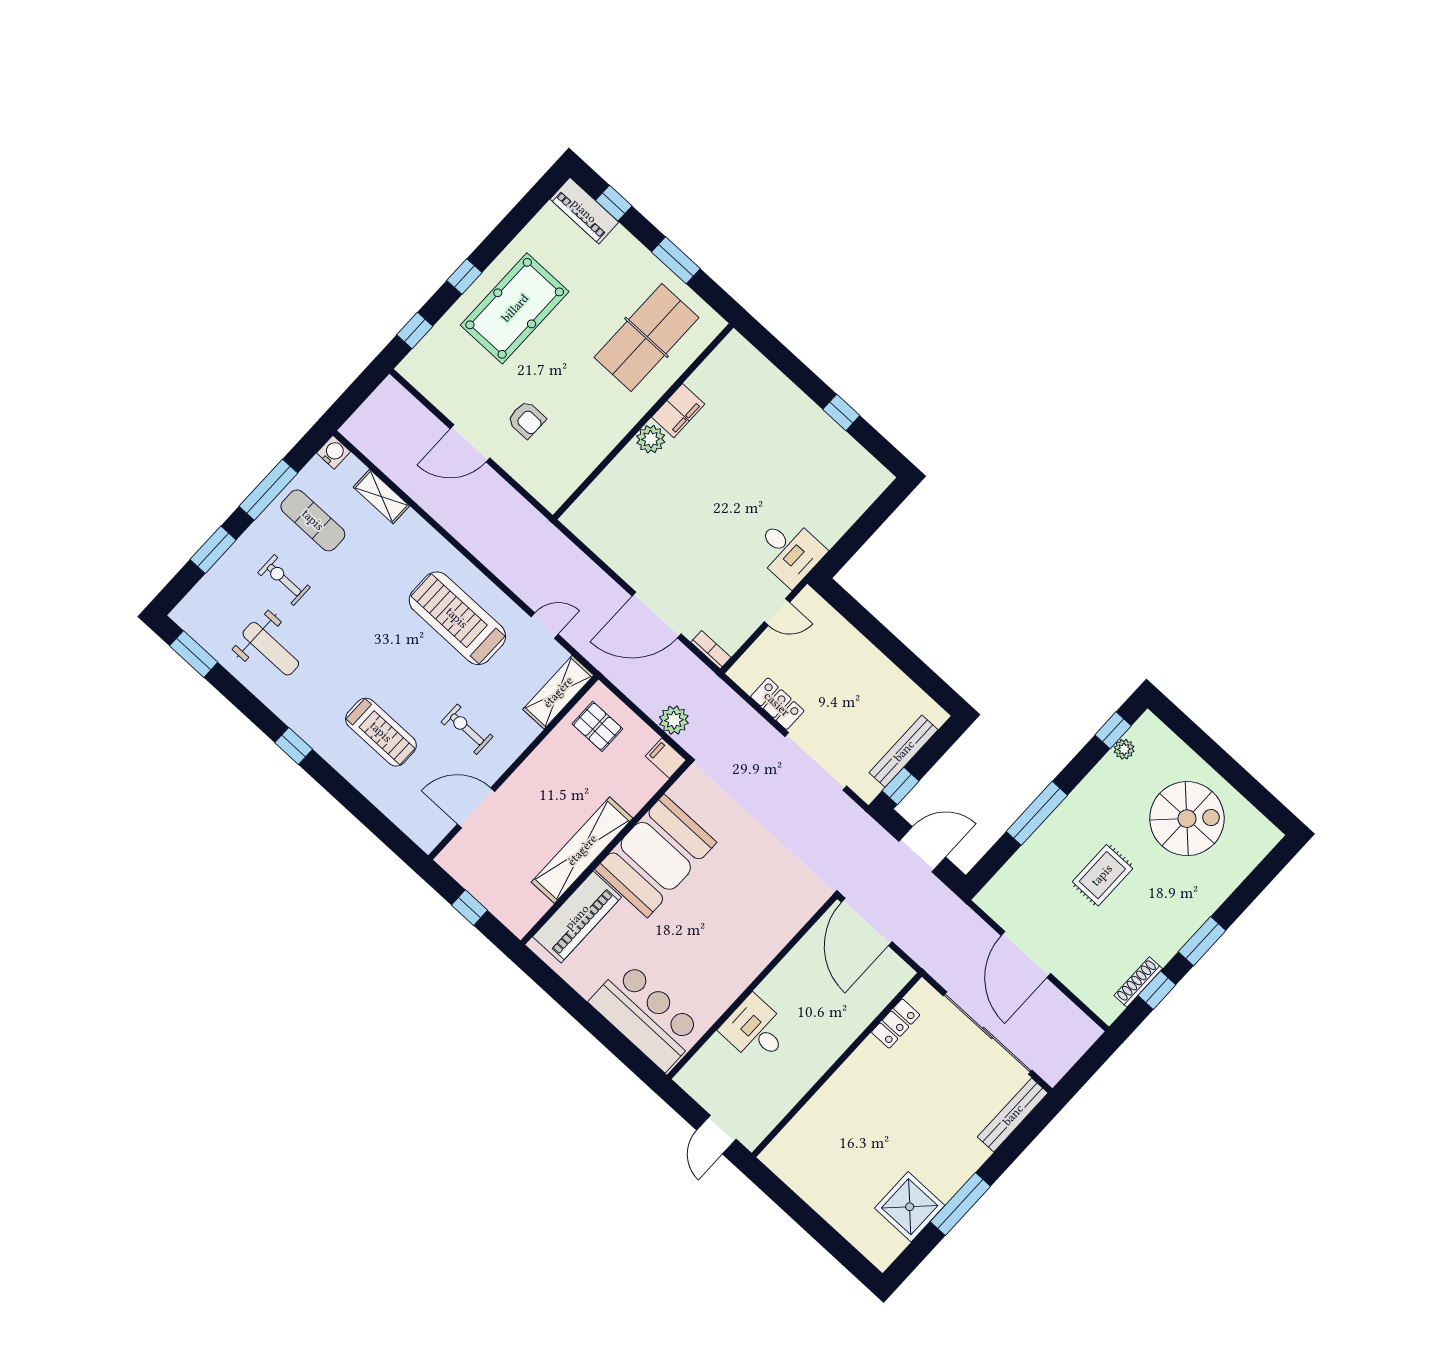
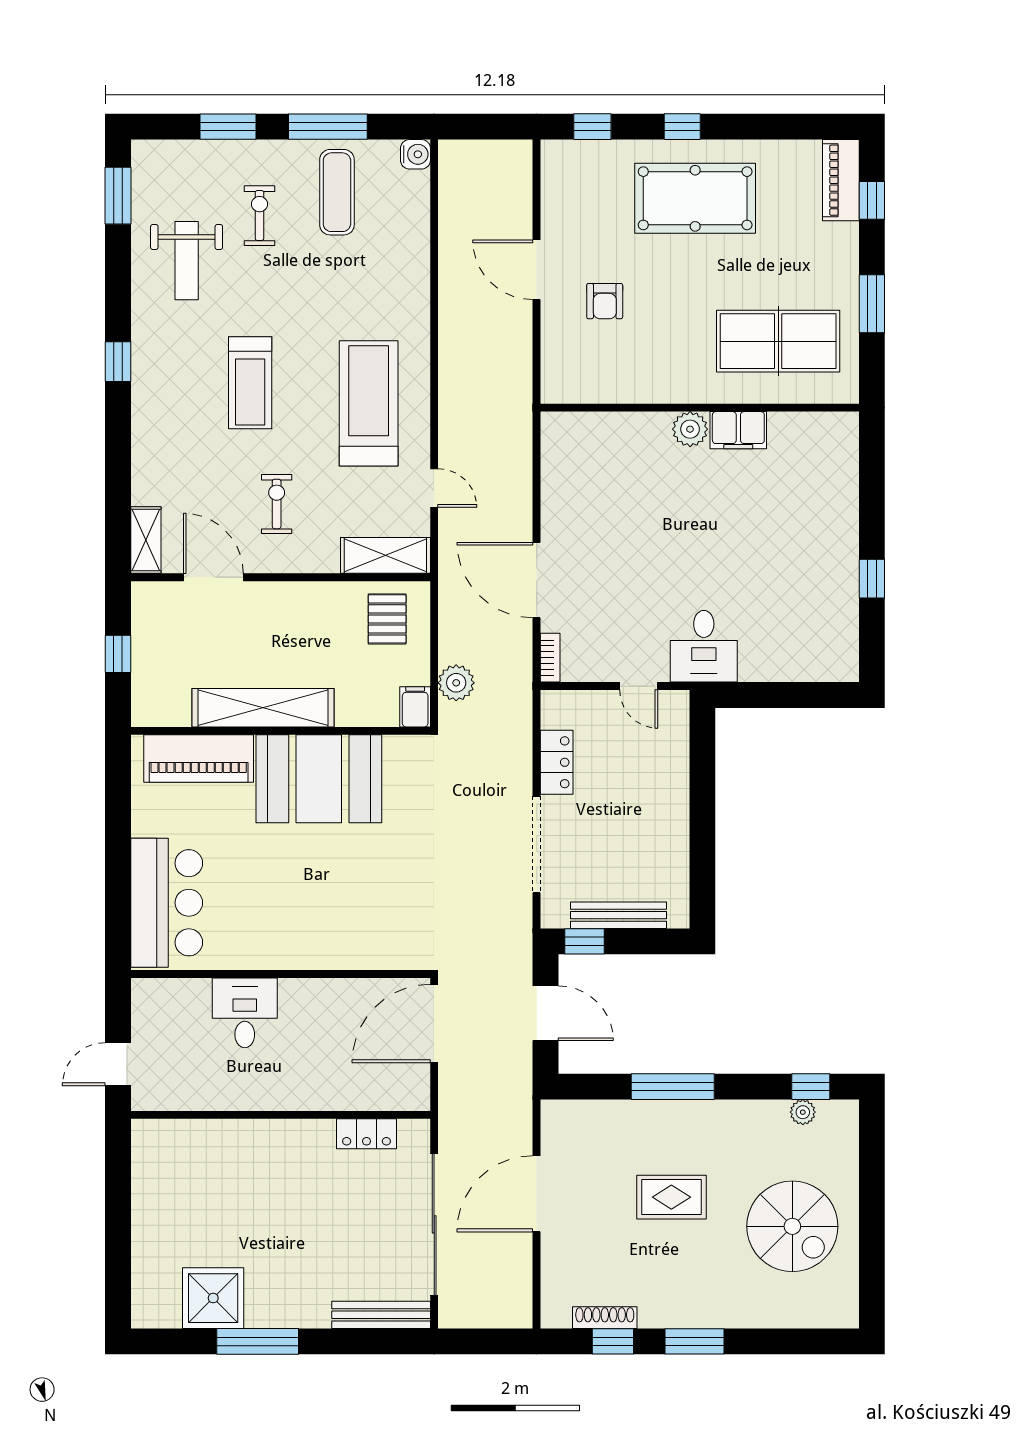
shelving: (381, 497) -> (146, 540), moved
treadmill: (381, 732) -> (250, 383), moved

